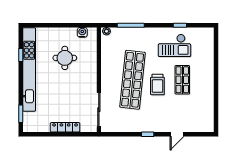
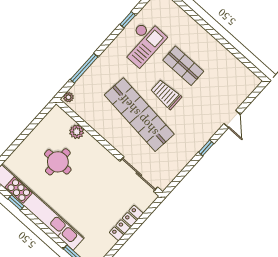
water cooler: (82, 32) -> (48, 122), removed
plant: (91, 53) -> (77, 132), added
trolley: (157, 85) -> (166, 94), turned 180

